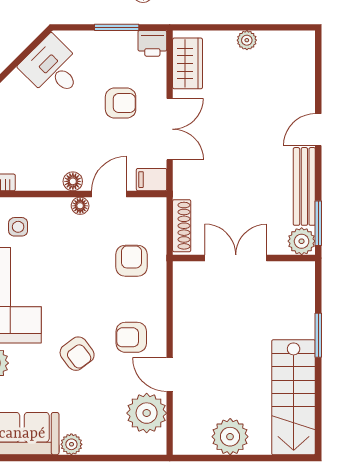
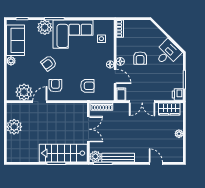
armchair: (121, 103) -> (140, 58), moved
door: (318, 130) -> (156, 163), moved
stairs: (294, 397) -> (63, 153), moved

